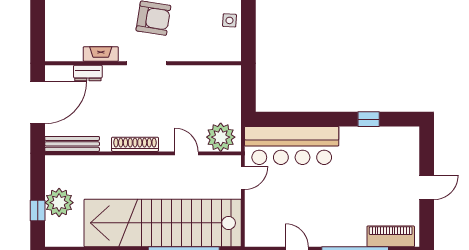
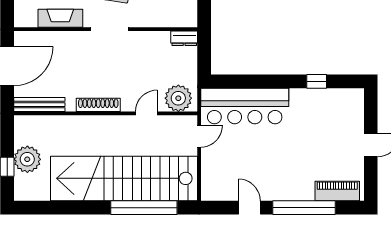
fireplace: (101, 54) -> (60, 18), width x1.37, depth x1.32
dresser: (88, 73) -> (184, 38), moved
door: (187, 153) -> (146, 113), hinge flipped

